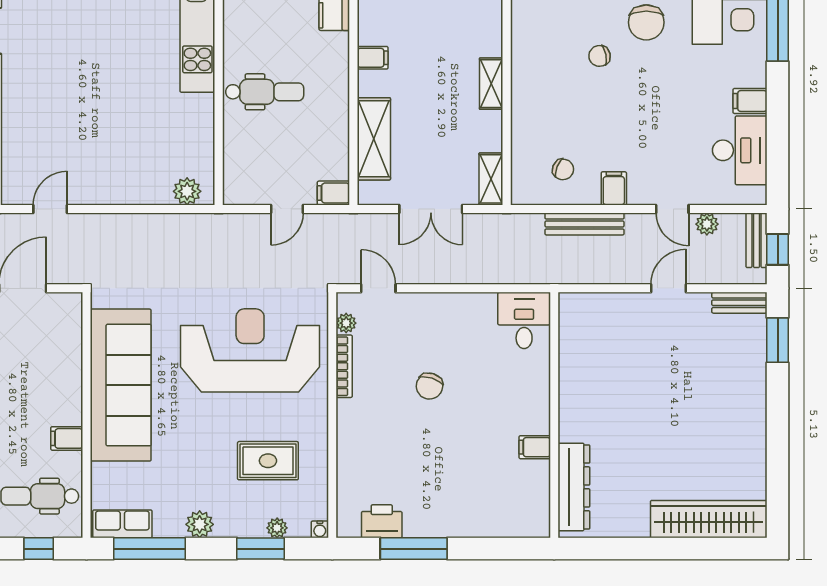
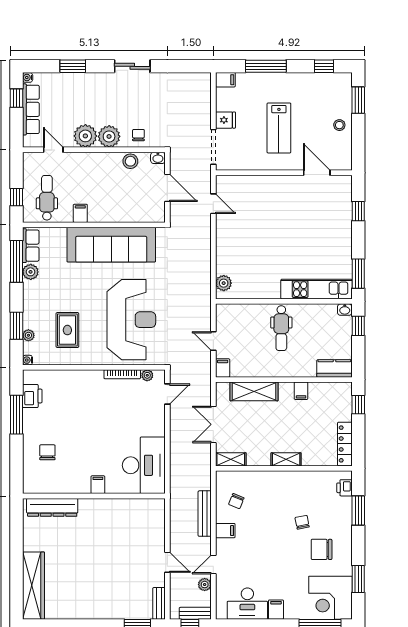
desk: (524, 320) -> (144, 465), width x1.87, depth x1.30
chair: (429, 386) -> (47, 452), moved, turned 73
filing cabinet: (535, 447) -> (98, 485), moved
plant: (200, 524) -> (31, 272), moved

